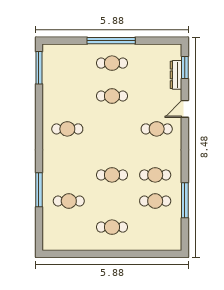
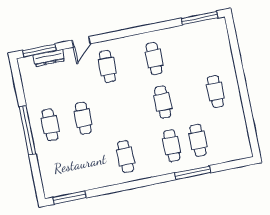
window: (185, 67) -> (40, 50), width x1.44
door: (185, 109) -> (81, 42), hinge flipped
window: (185, 200) -> (199, 18), moved
cafe table: (155, 201) -> (172, 146), moved

